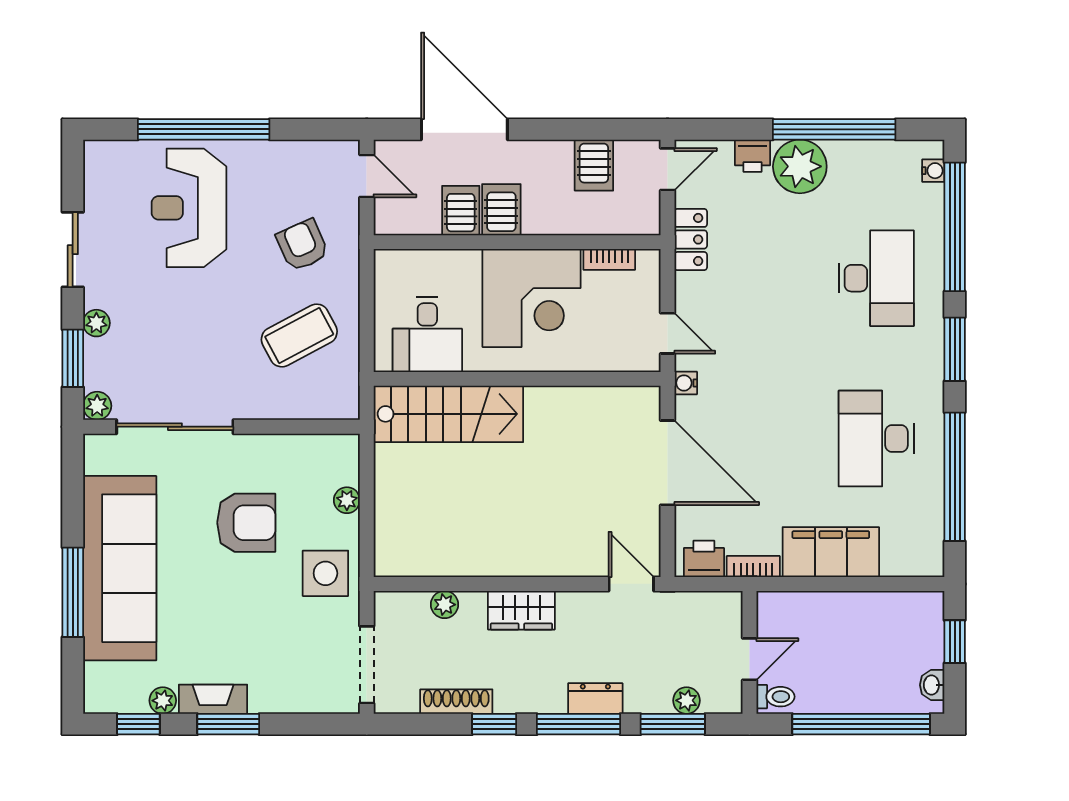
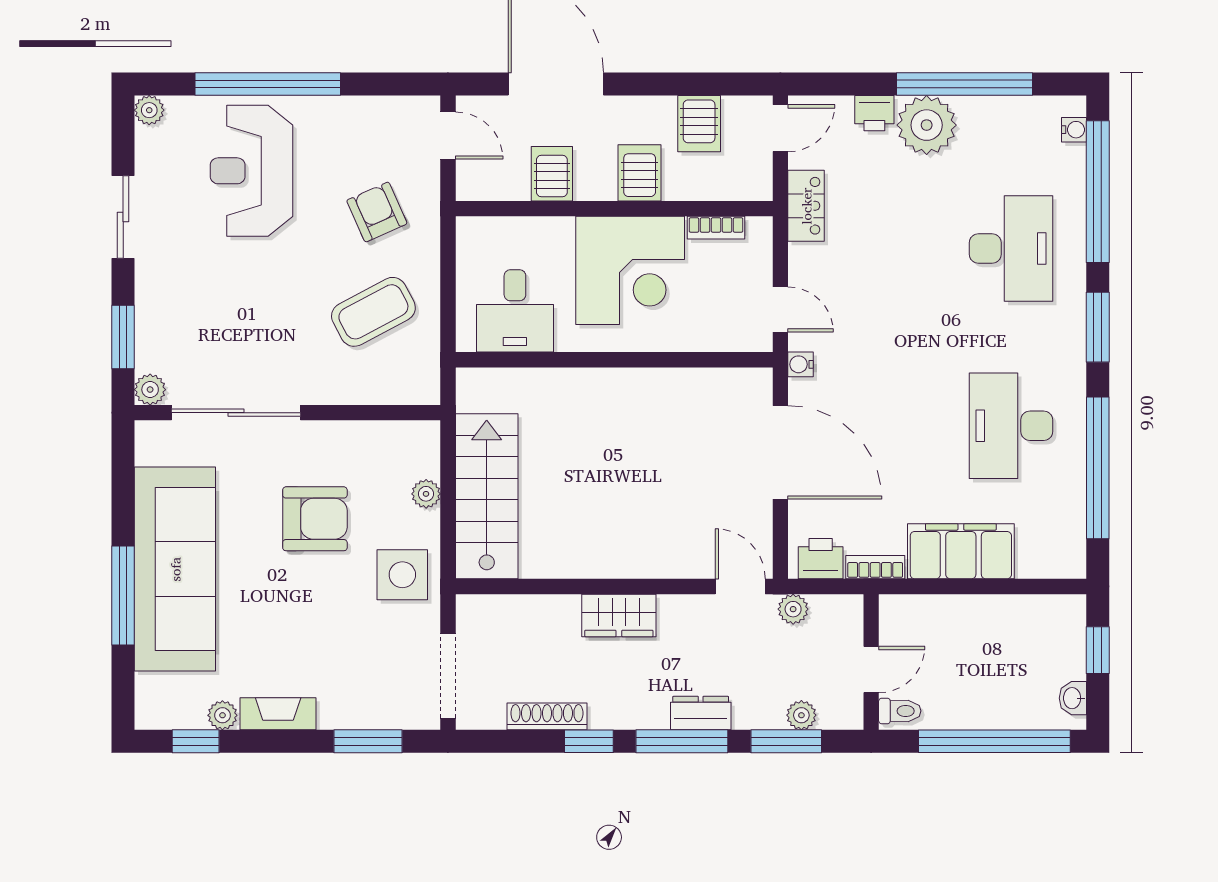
server rack: (501, 210) -> (640, 173), moved
plant: (96, 323) -> (149, 110), moved
stairs: (448, 414) -> (487, 496), moved, turned -90
plant: (445, 605) -> (793, 609), moved
window: (228, 724) -> (368, 741), moved

